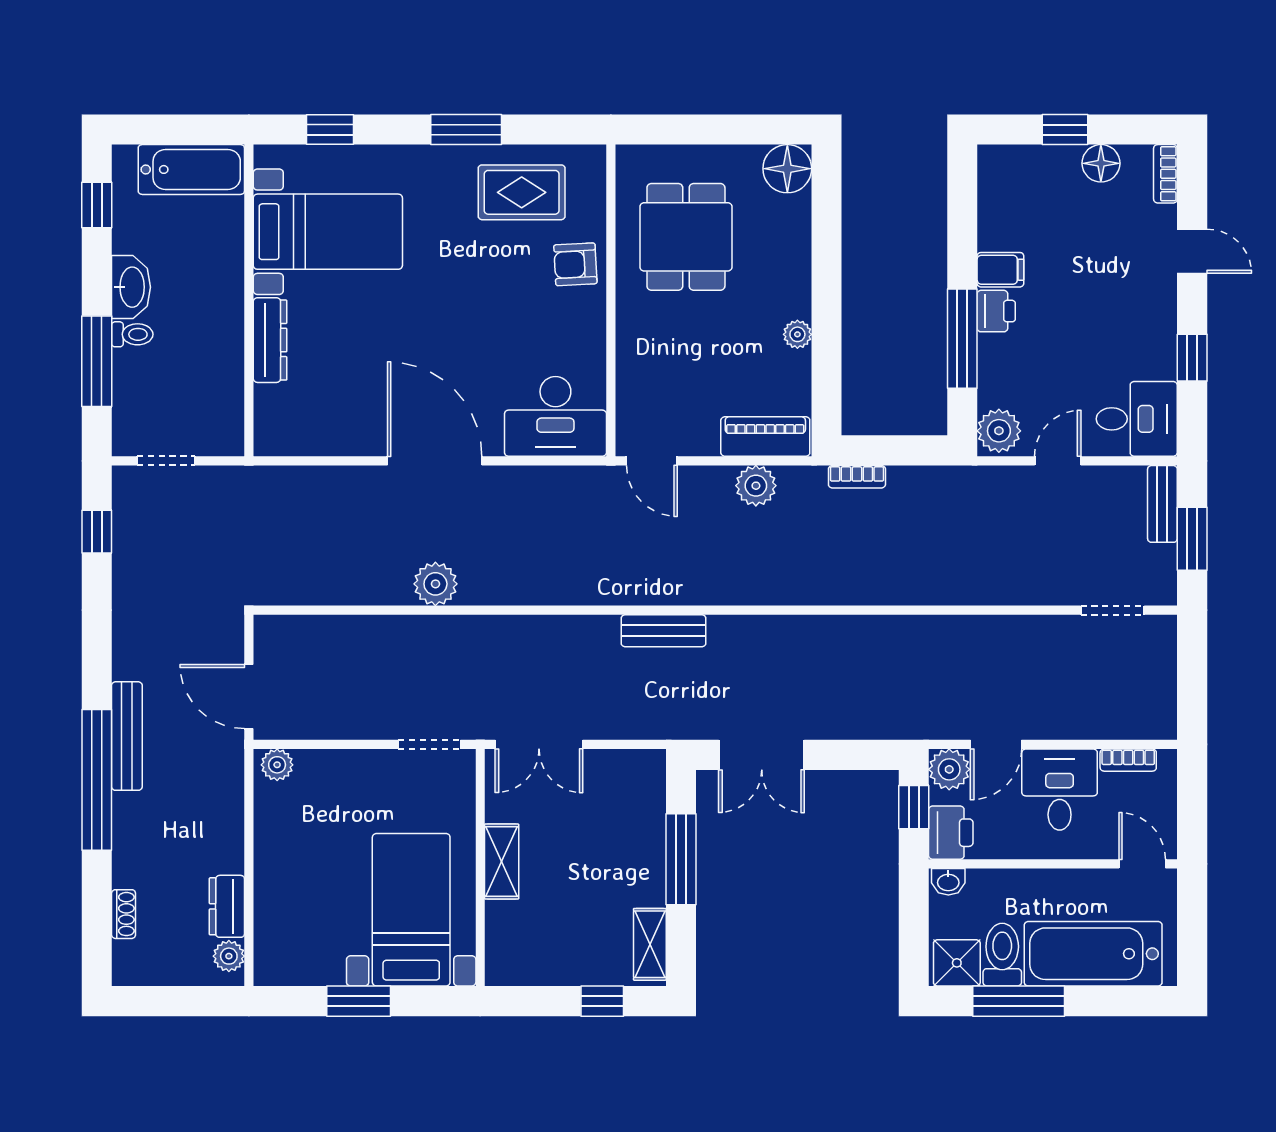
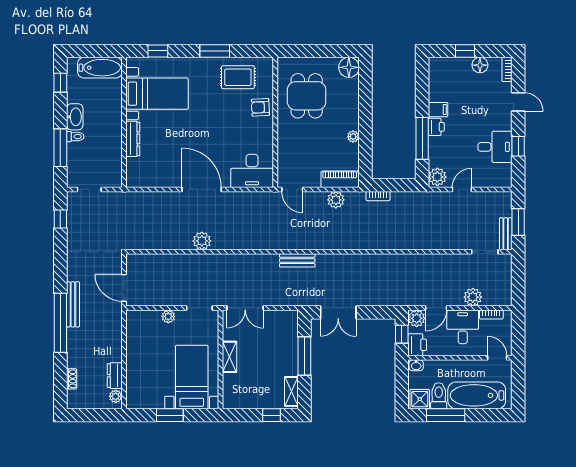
desk: (1137, 419) -> (495, 147), moved
bench: (1162, 504) -> (506, 234), moved
plant: (1084, 718) -> (473, 297), added
plant: (277, 765) -> (168, 316), moved

